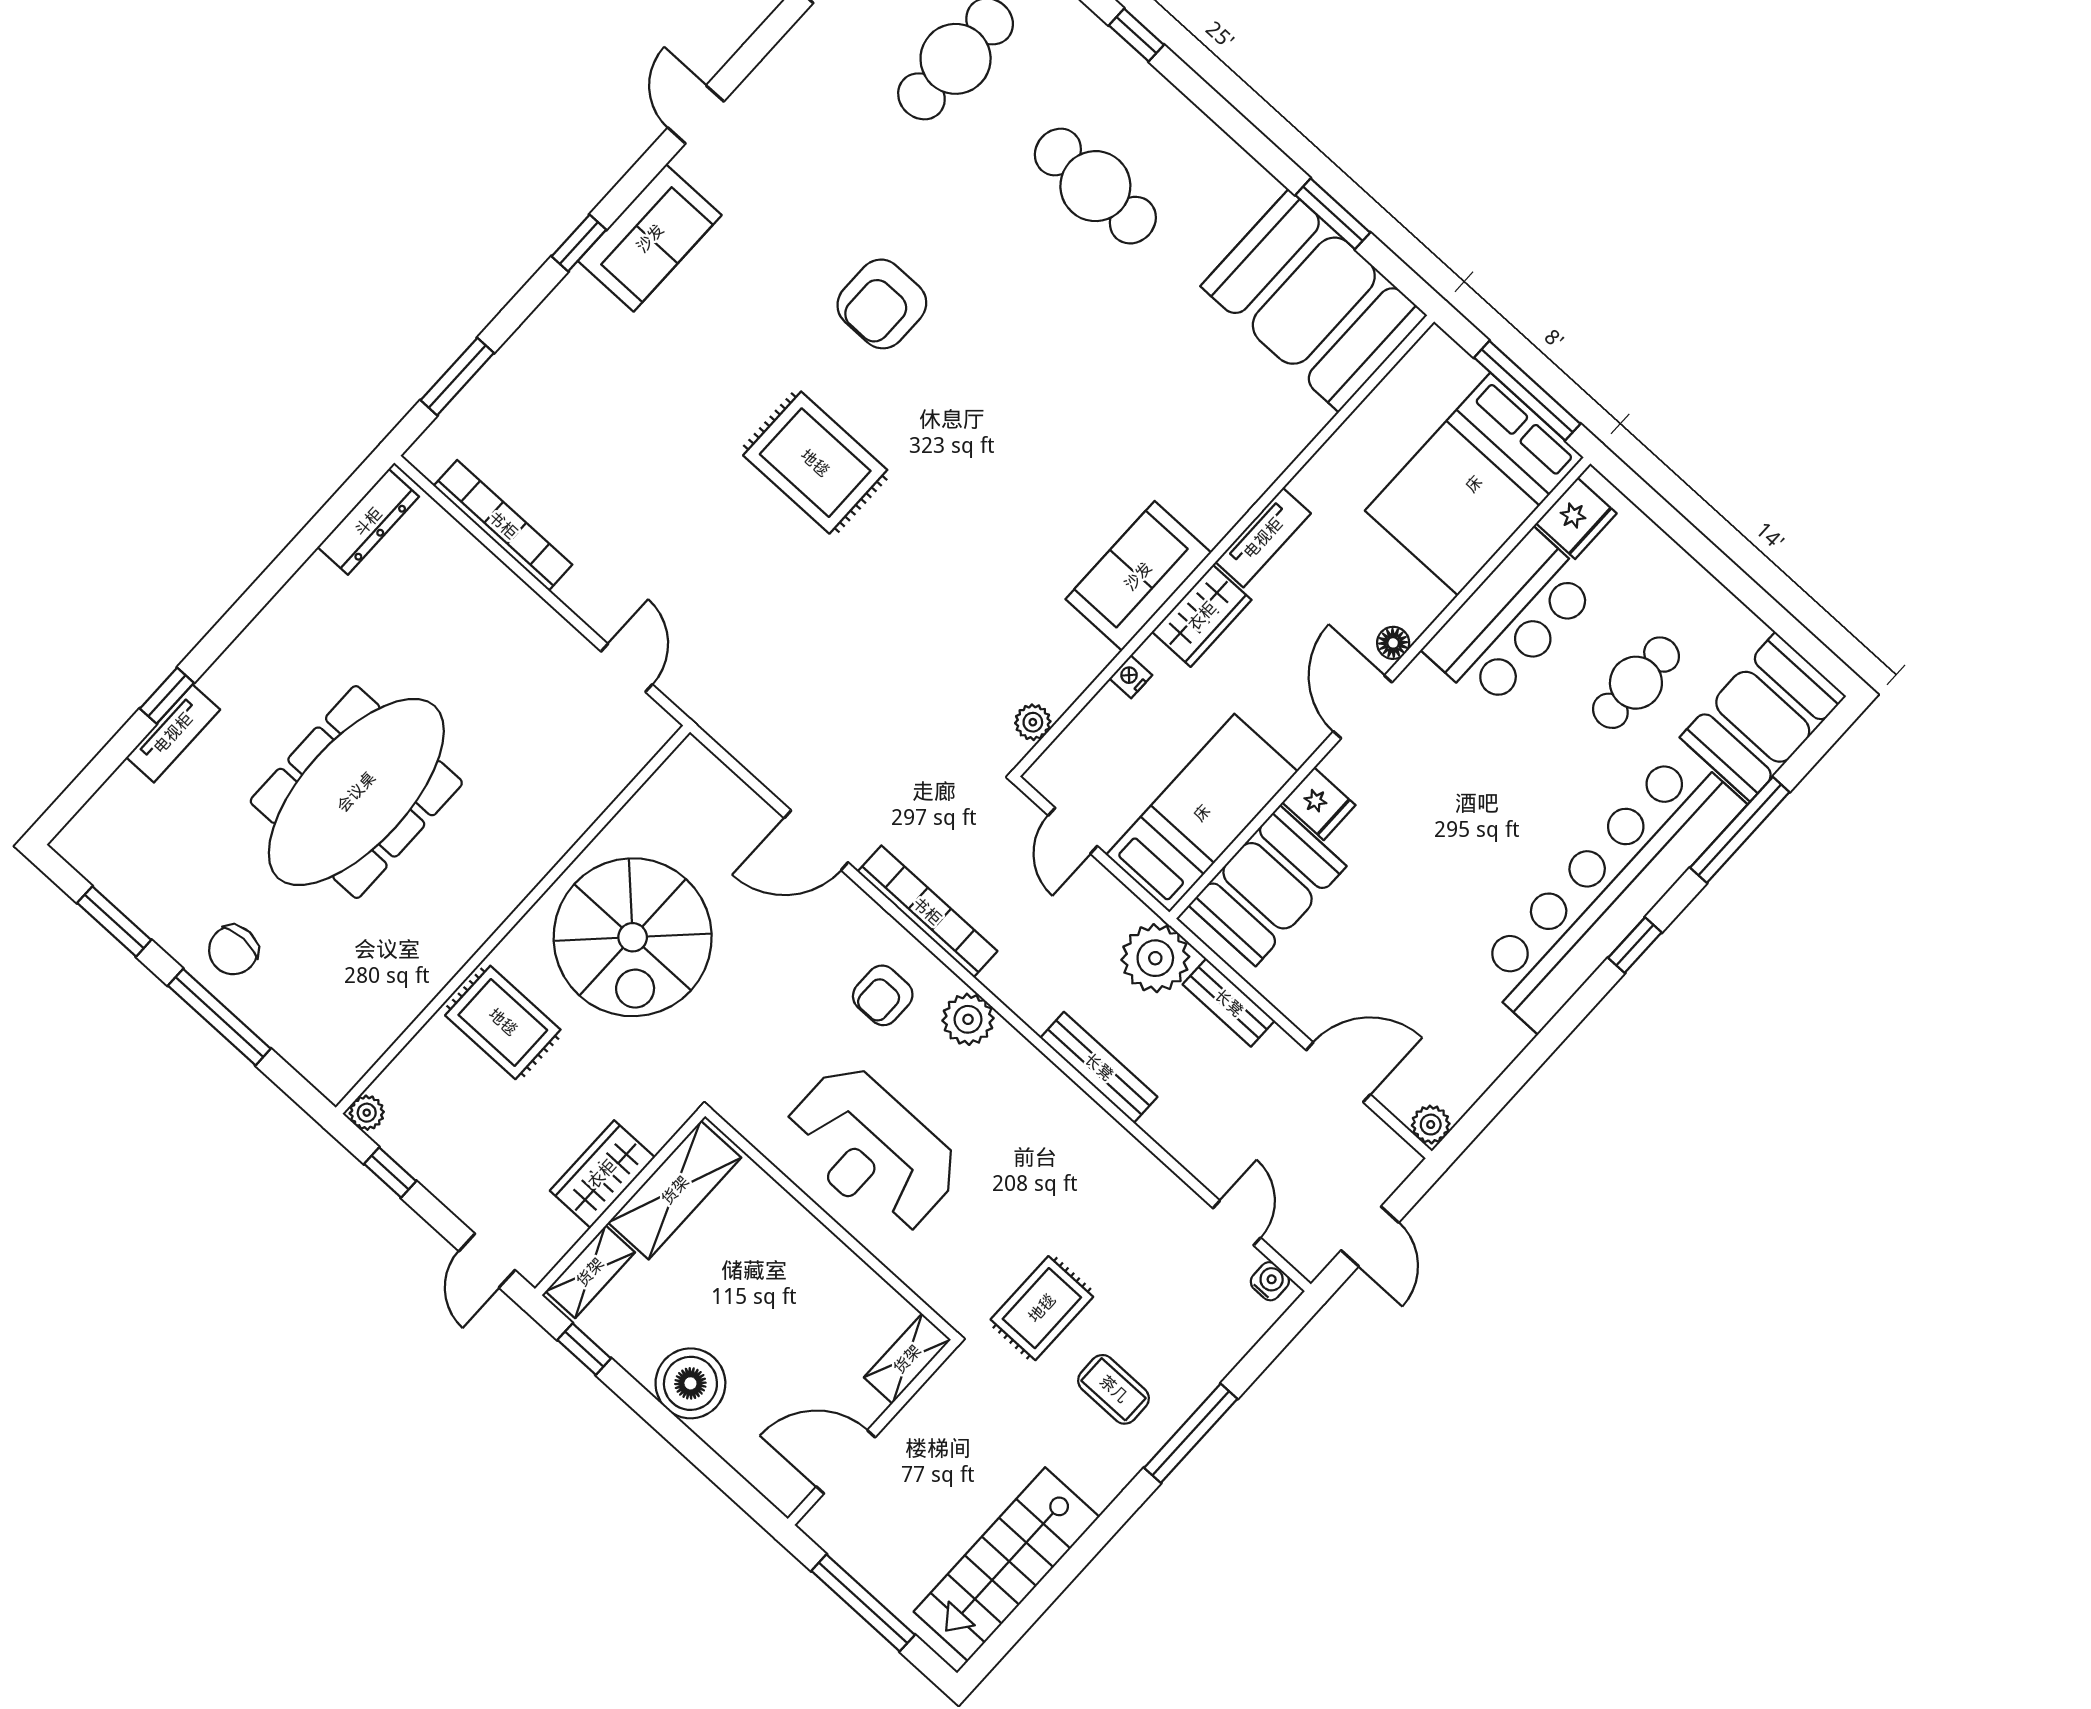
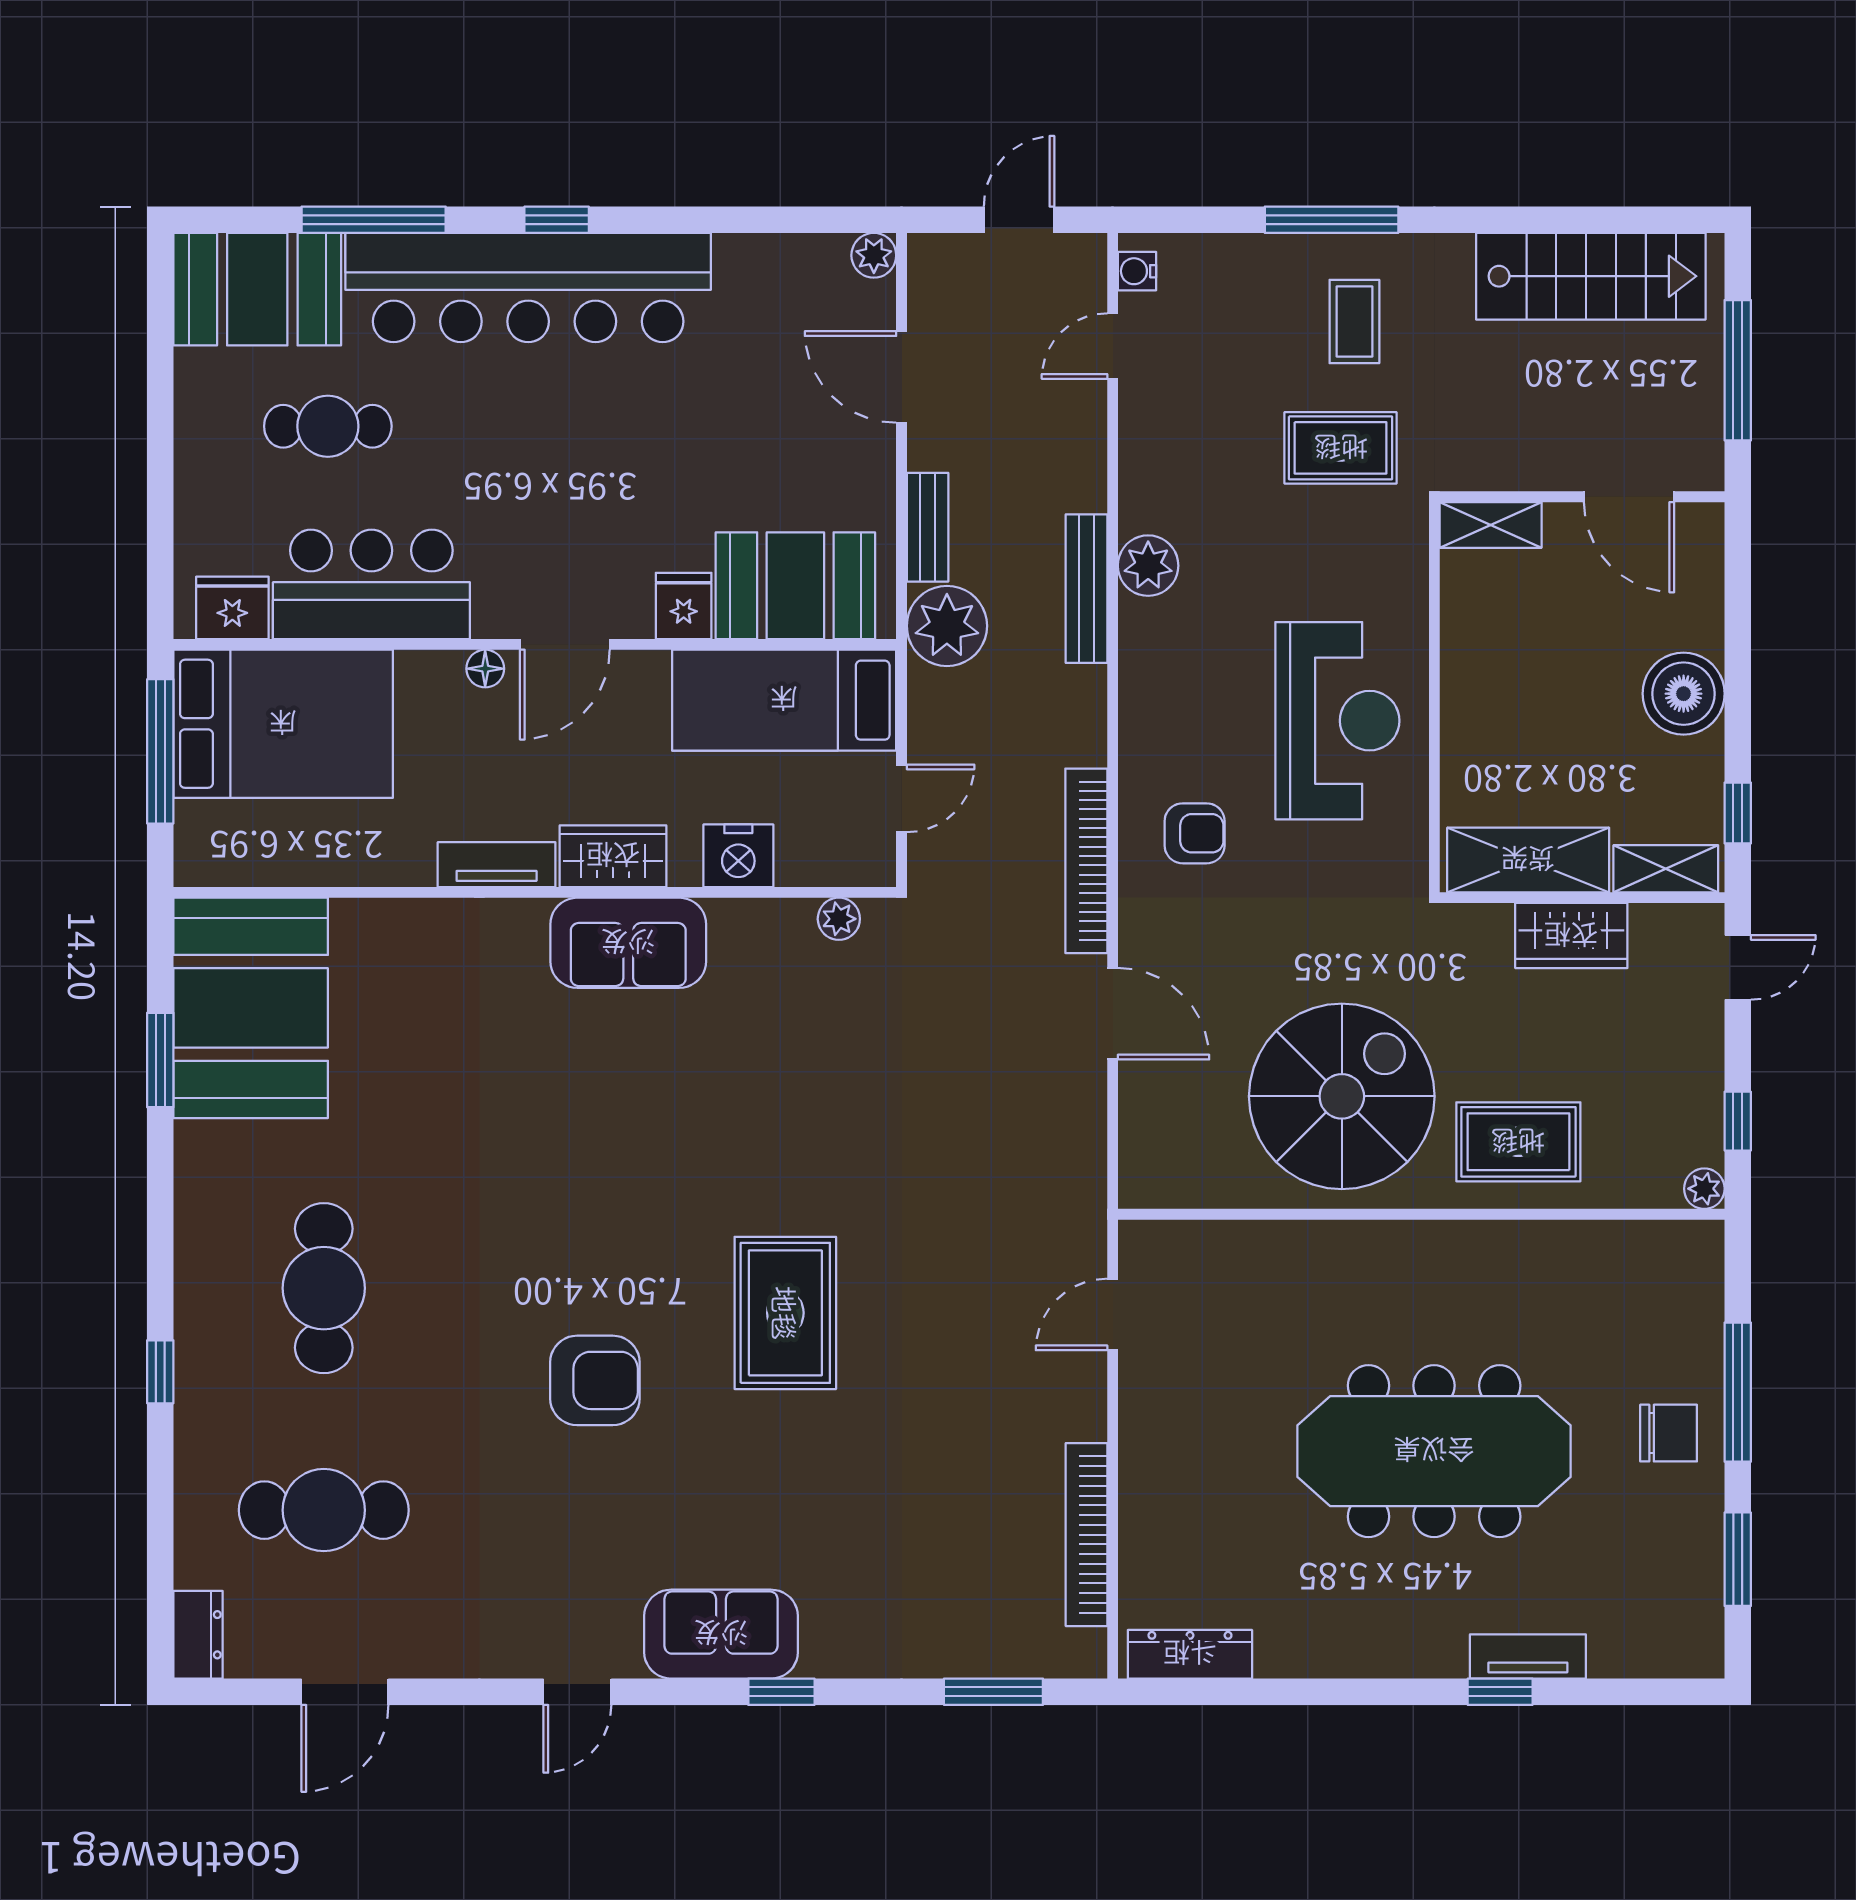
nightstand: (1131, 677) -> (738, 856), width x1.89, depth x1.79
plant: (968, 1019) -> (1148, 566), moved
rug: (503, 1022) -> (1518, 1142), turned 90

